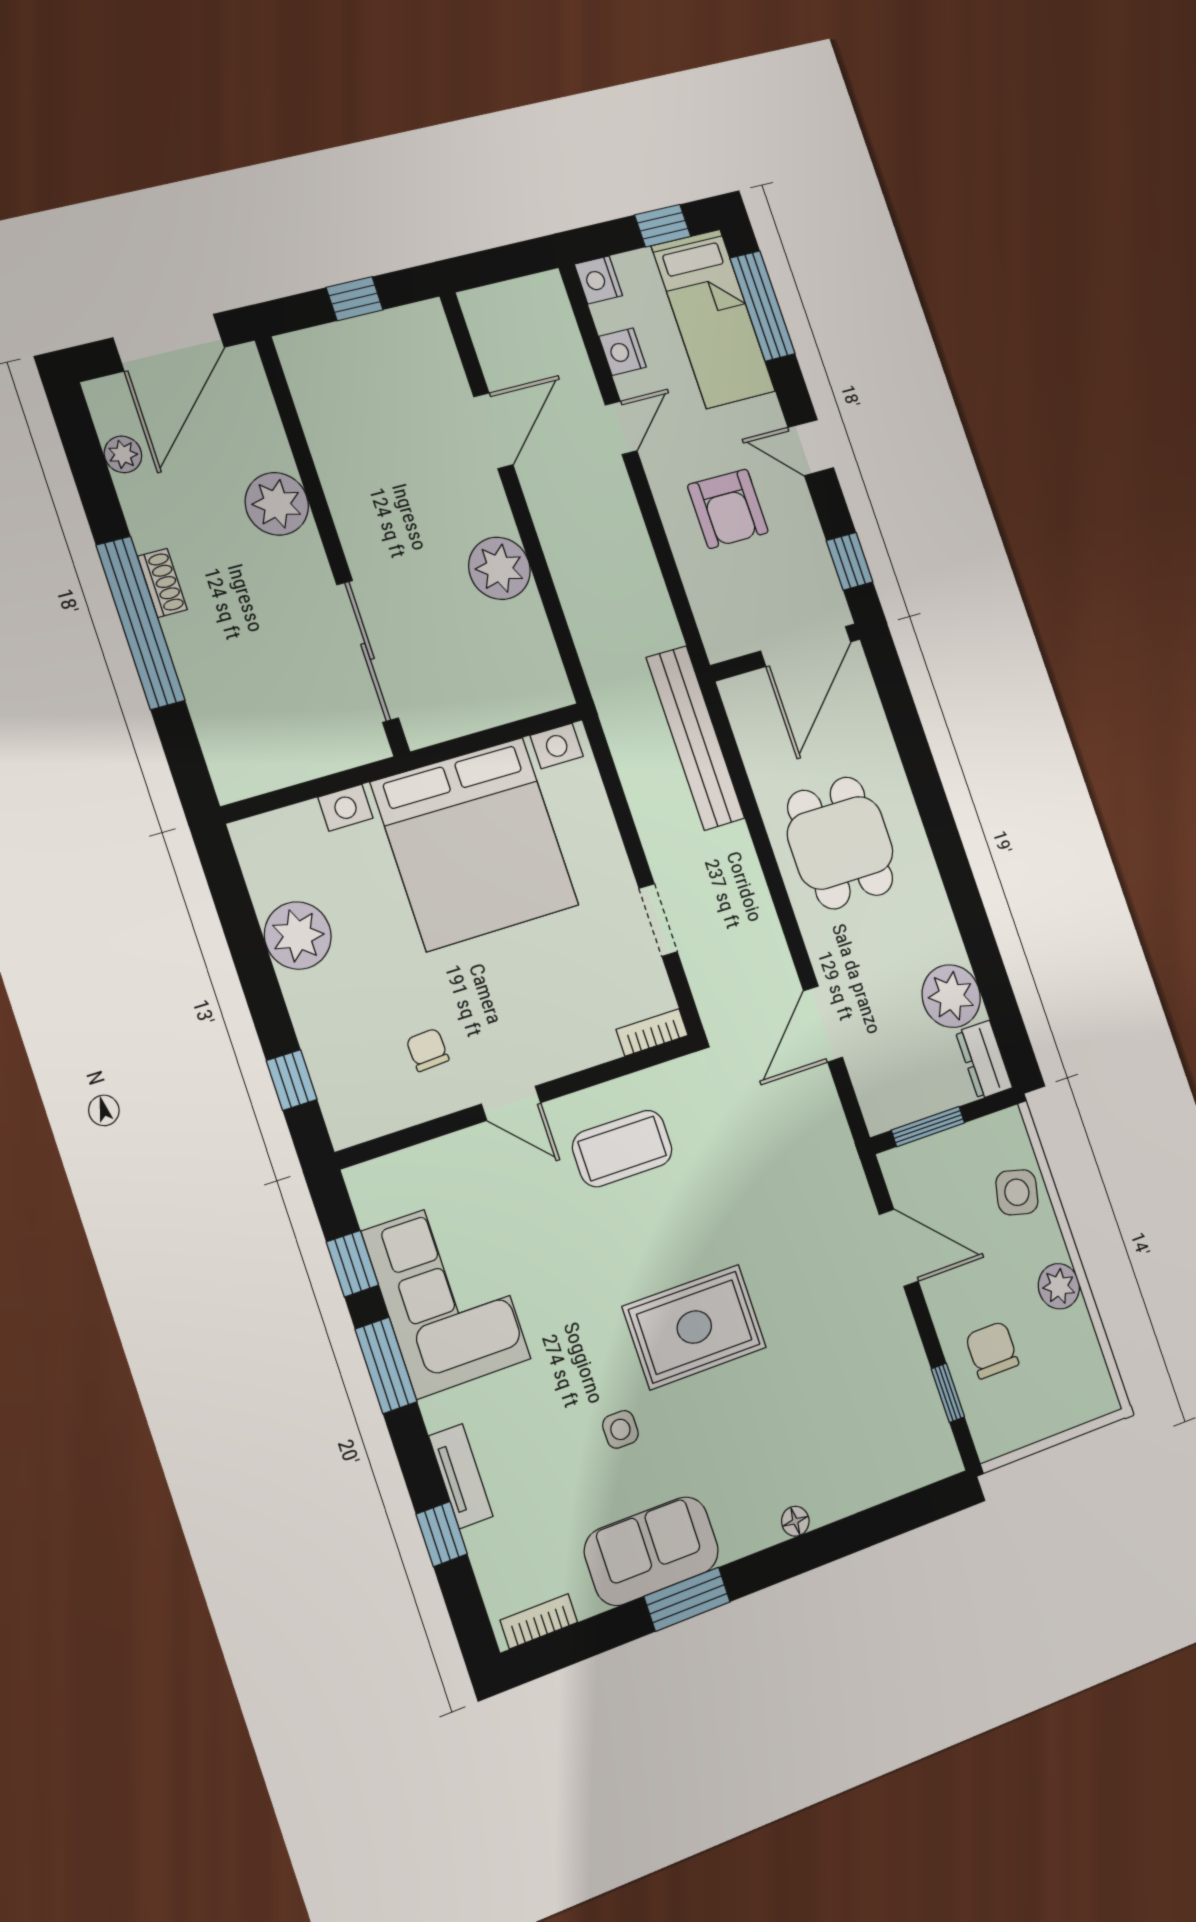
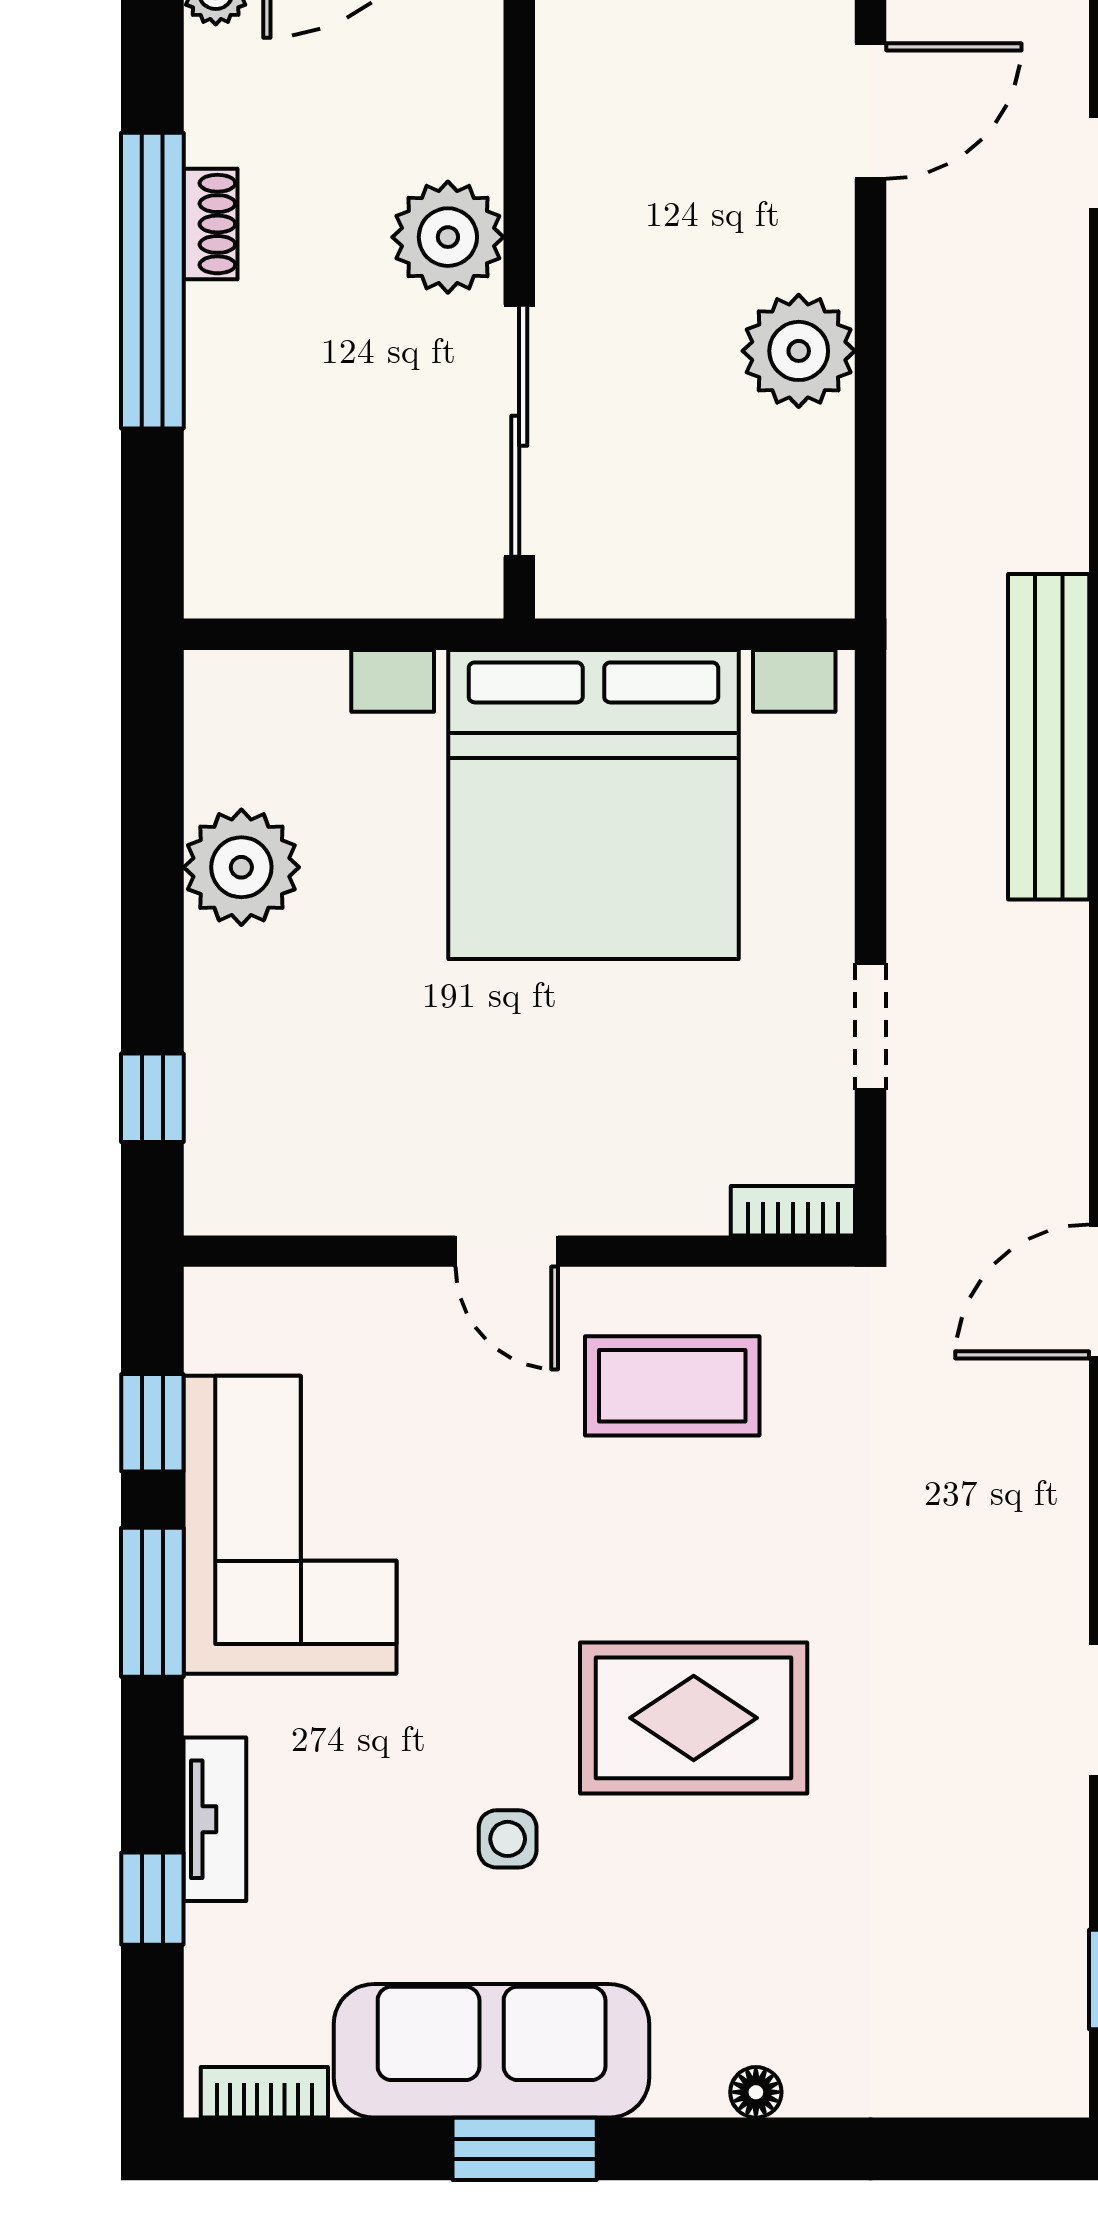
plant: (277, 504) -> (448, 237), moved
chair: (428, 1050) -> (395, 1119), removed
sofa: (652, 1551) -> (492, 2051), width x1.36

